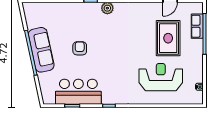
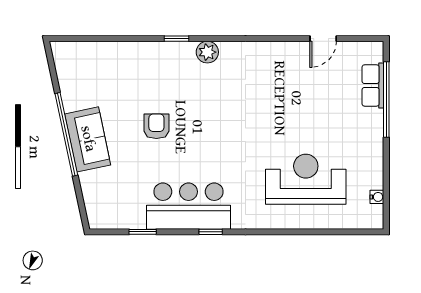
rug: (168, 38) -> (319, 107), removed
sofa: (41, 50) -> (88, 139), width x0.73
bar counter: (78, 92) -> (189, 206), moved

